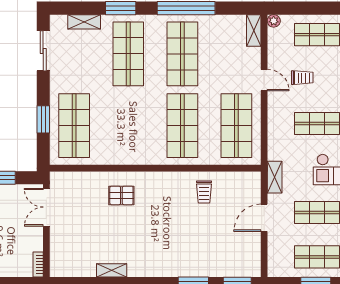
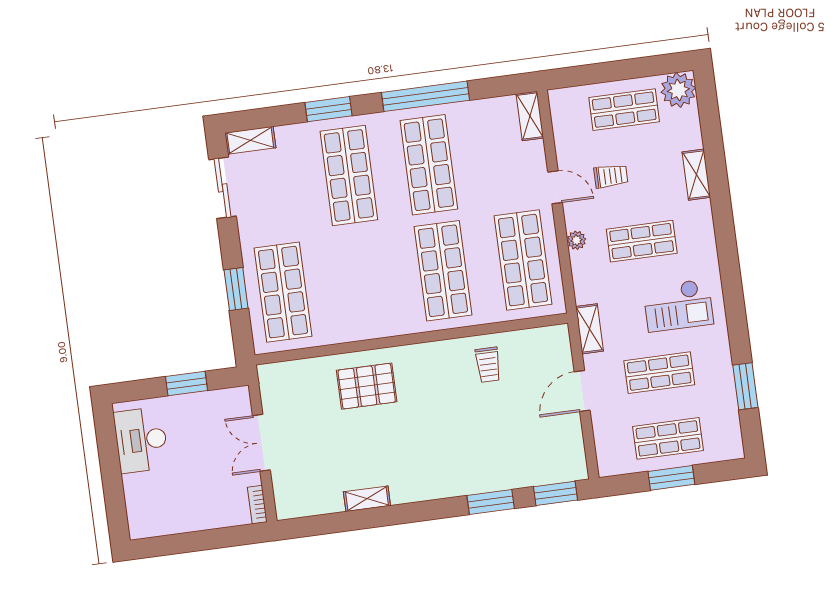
plant: (274, 21) -> (576, 240), moved
shelving: (84, 22) -> (250, 140), moved
pallet: (121, 195) -> (367, 386), width x1.50, depth x1.42
double door: (46, 207) -> (261, 443), moved

